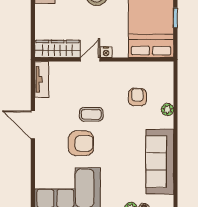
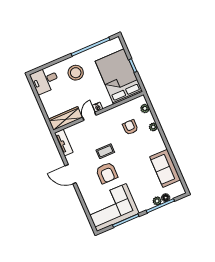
plant: (167, 81) -> (145, 108), added
armchair: (81, 143) -> (107, 173), turned 90
sofa: (160, 162) -> (165, 168), width x0.73

